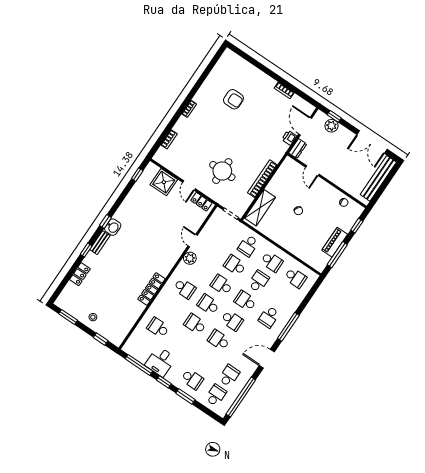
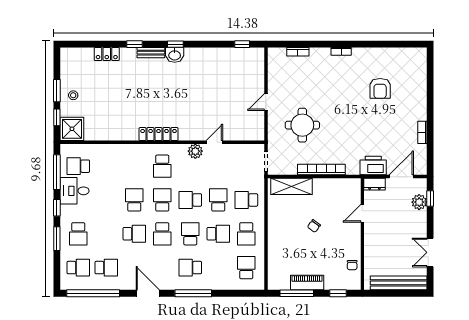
printer: (289, 138) -> (373, 166), width x1.87, depth x1.48
double door: (372, 142) -> (430, 252), width x0.73
shower: (164, 182) -> (72, 129), moved
locker: (201, 202) -> (258, 125), removed
school desk: (295, 278) -> (246, 268), turned 180
school desk: (222, 285) -> (190, 200), turned -90
locker: (152, 289) -> (159, 134), moved
window: (68, 317) -> (57, 91), moved
school desk: (158, 328) -> (78, 166), moved, turned -90
school desk: (219, 340) -> (134, 234), turned 90

